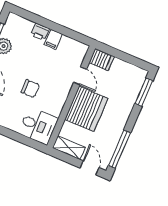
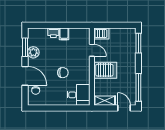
server rack: (86, 109) -> (105, 70), width x0.62

